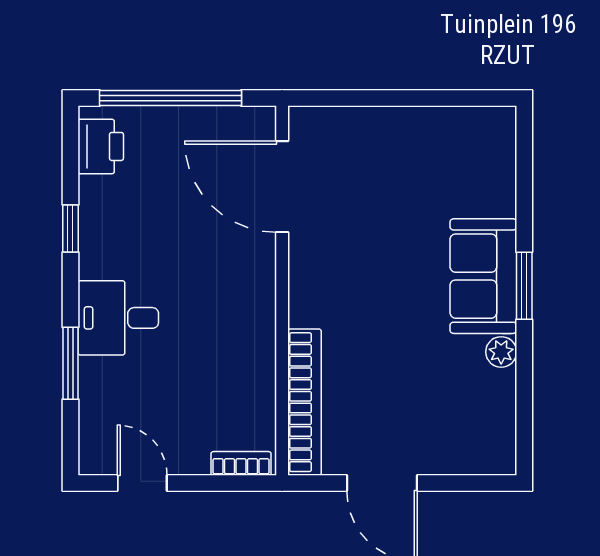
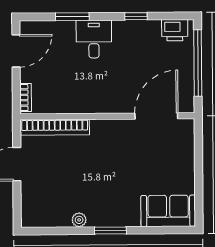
sofa: (483, 276) -> (168, 211), moved
door: (142, 483) -> (16, 51), width x1.38

